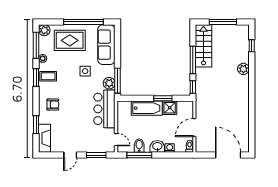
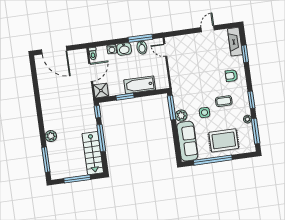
plant: (44, 30) -> (250, 147), removed
window: (252, 46) -> (46, 160), width x2.17
coffee table: (48, 76) -> (224, 101), moved
plant: (109, 83) -> (181, 116), moved
shower: (170, 108) -> (101, 91), moved
bar counter: (104, 109) -> (181, 78), removed
window: (96, 155) -> (182, 32), removed

